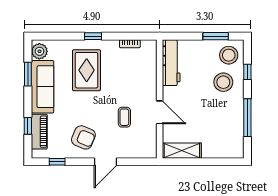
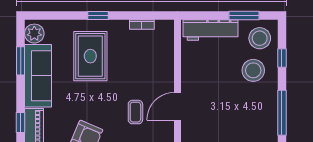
workbench: (171, 63) -> (211, 30), moved, turned 90
door: (160, 112) -> (178, 106), swing flipped

